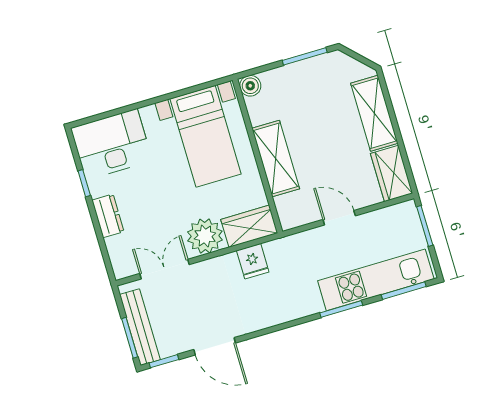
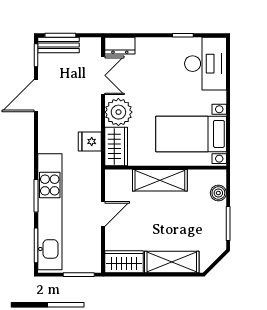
boiler: (250, 86) -> (218, 193), moved
dresser: (108, 216) -> (120, 46), moved
kitchen unit: (376, 280) -> (50, 212), width x1.36
bench: (140, 327) -> (58, 45), width x0.73

